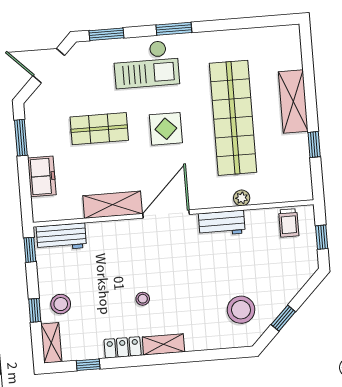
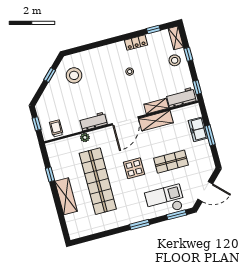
checkout: (146, 64) -> (165, 200), moved
window: (21, 138) -> (210, 135), moved
shelving: (163, 344) -> (156, 106), moved

